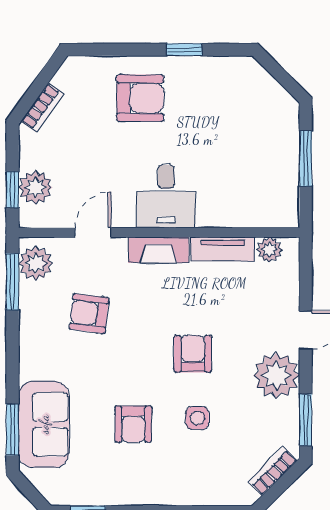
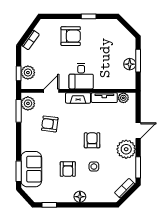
floor lamp: (285, 167) -> (130, 64), added
floor lamp: (163, 492) -> (80, 197), added

